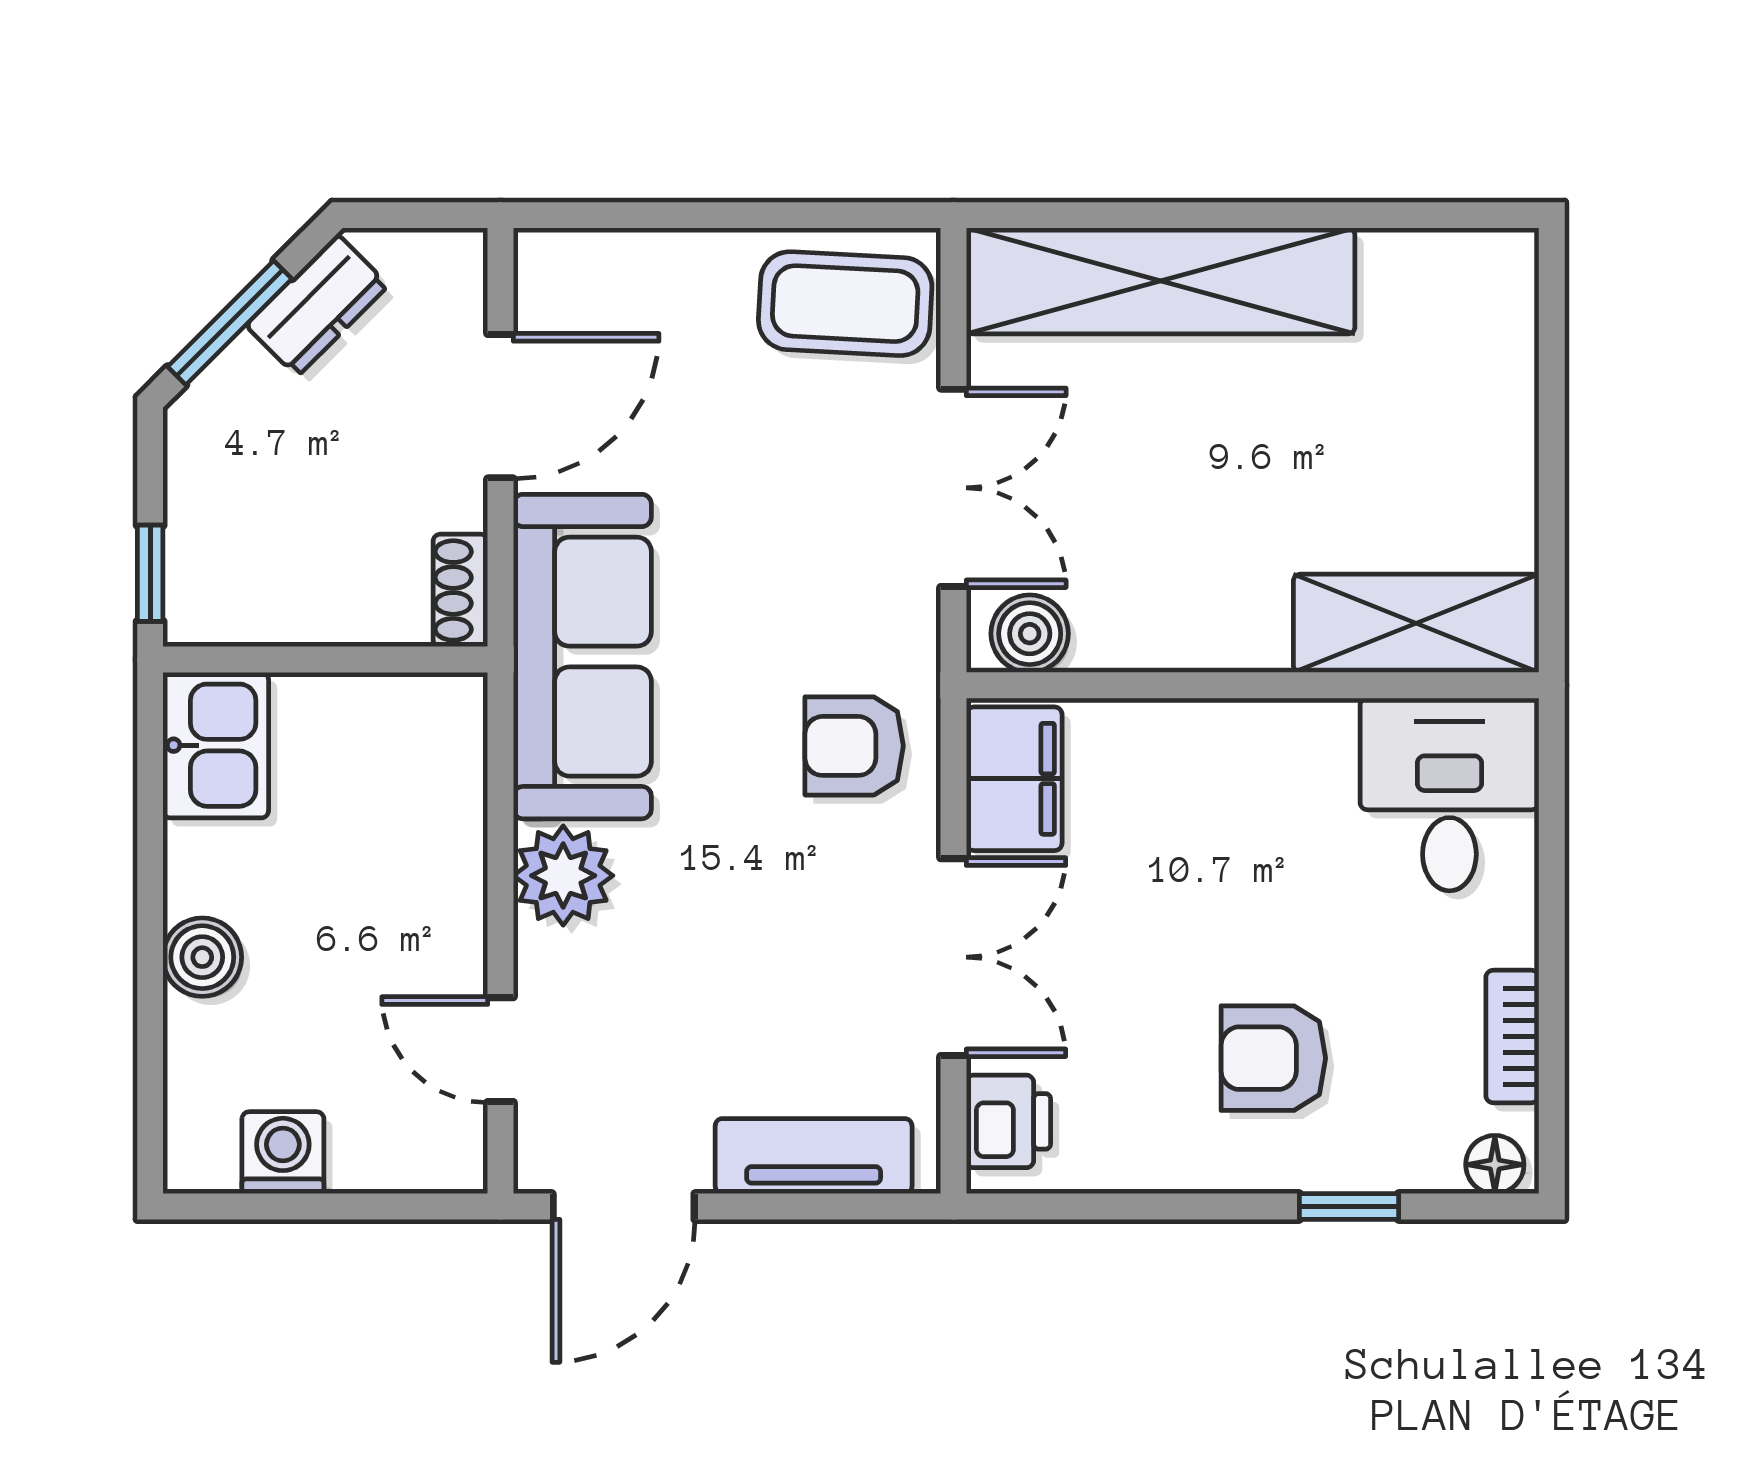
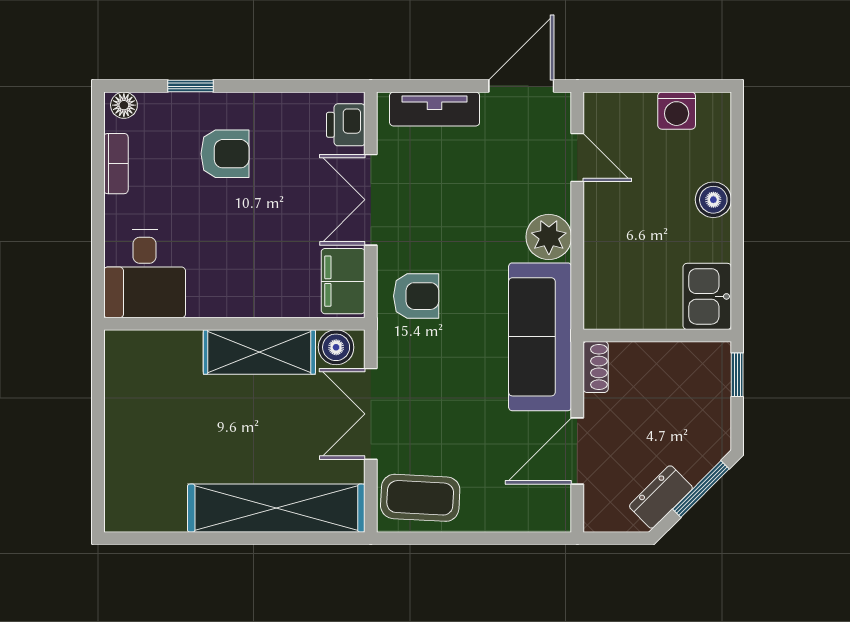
shelving: (1416, 623) -> (259, 352), moved

